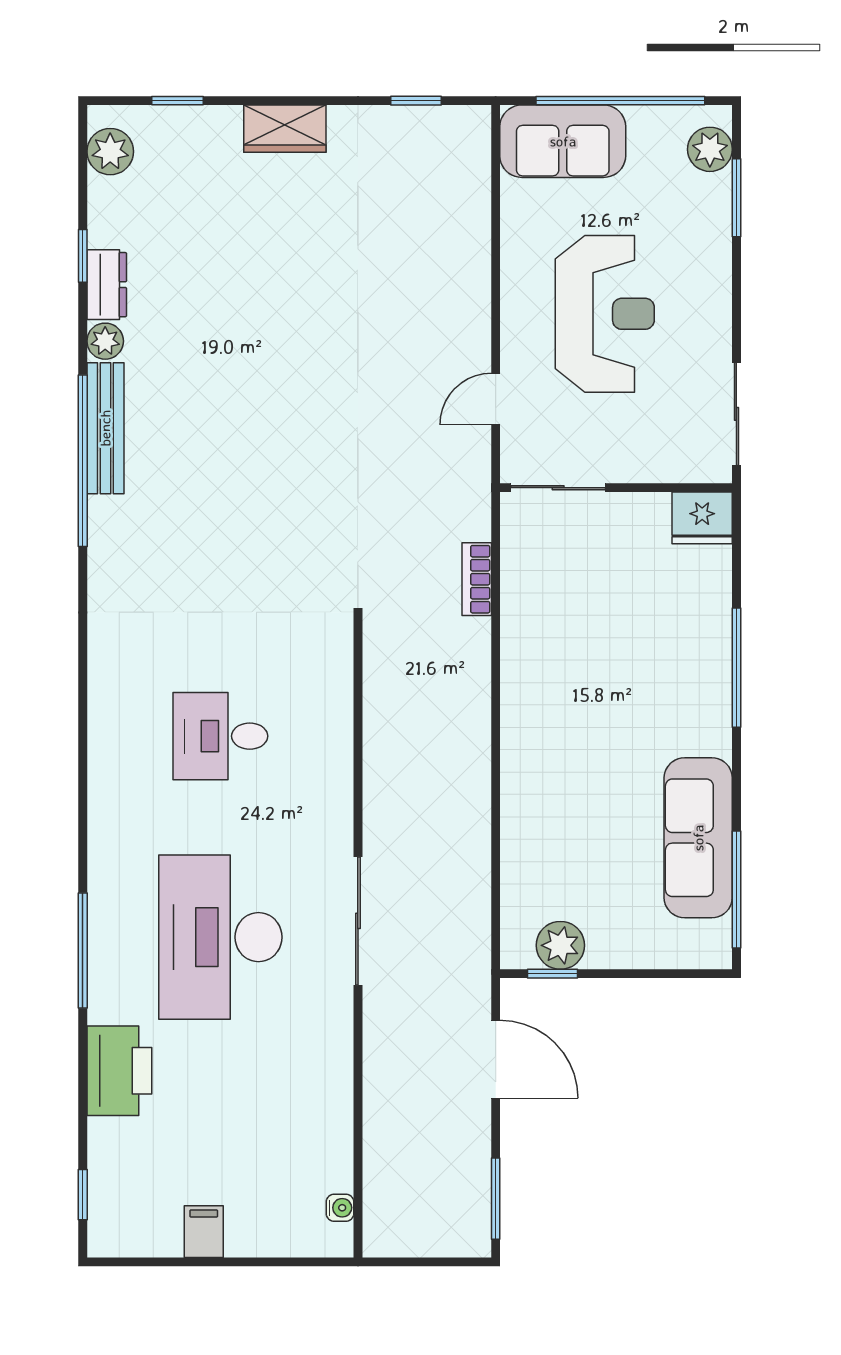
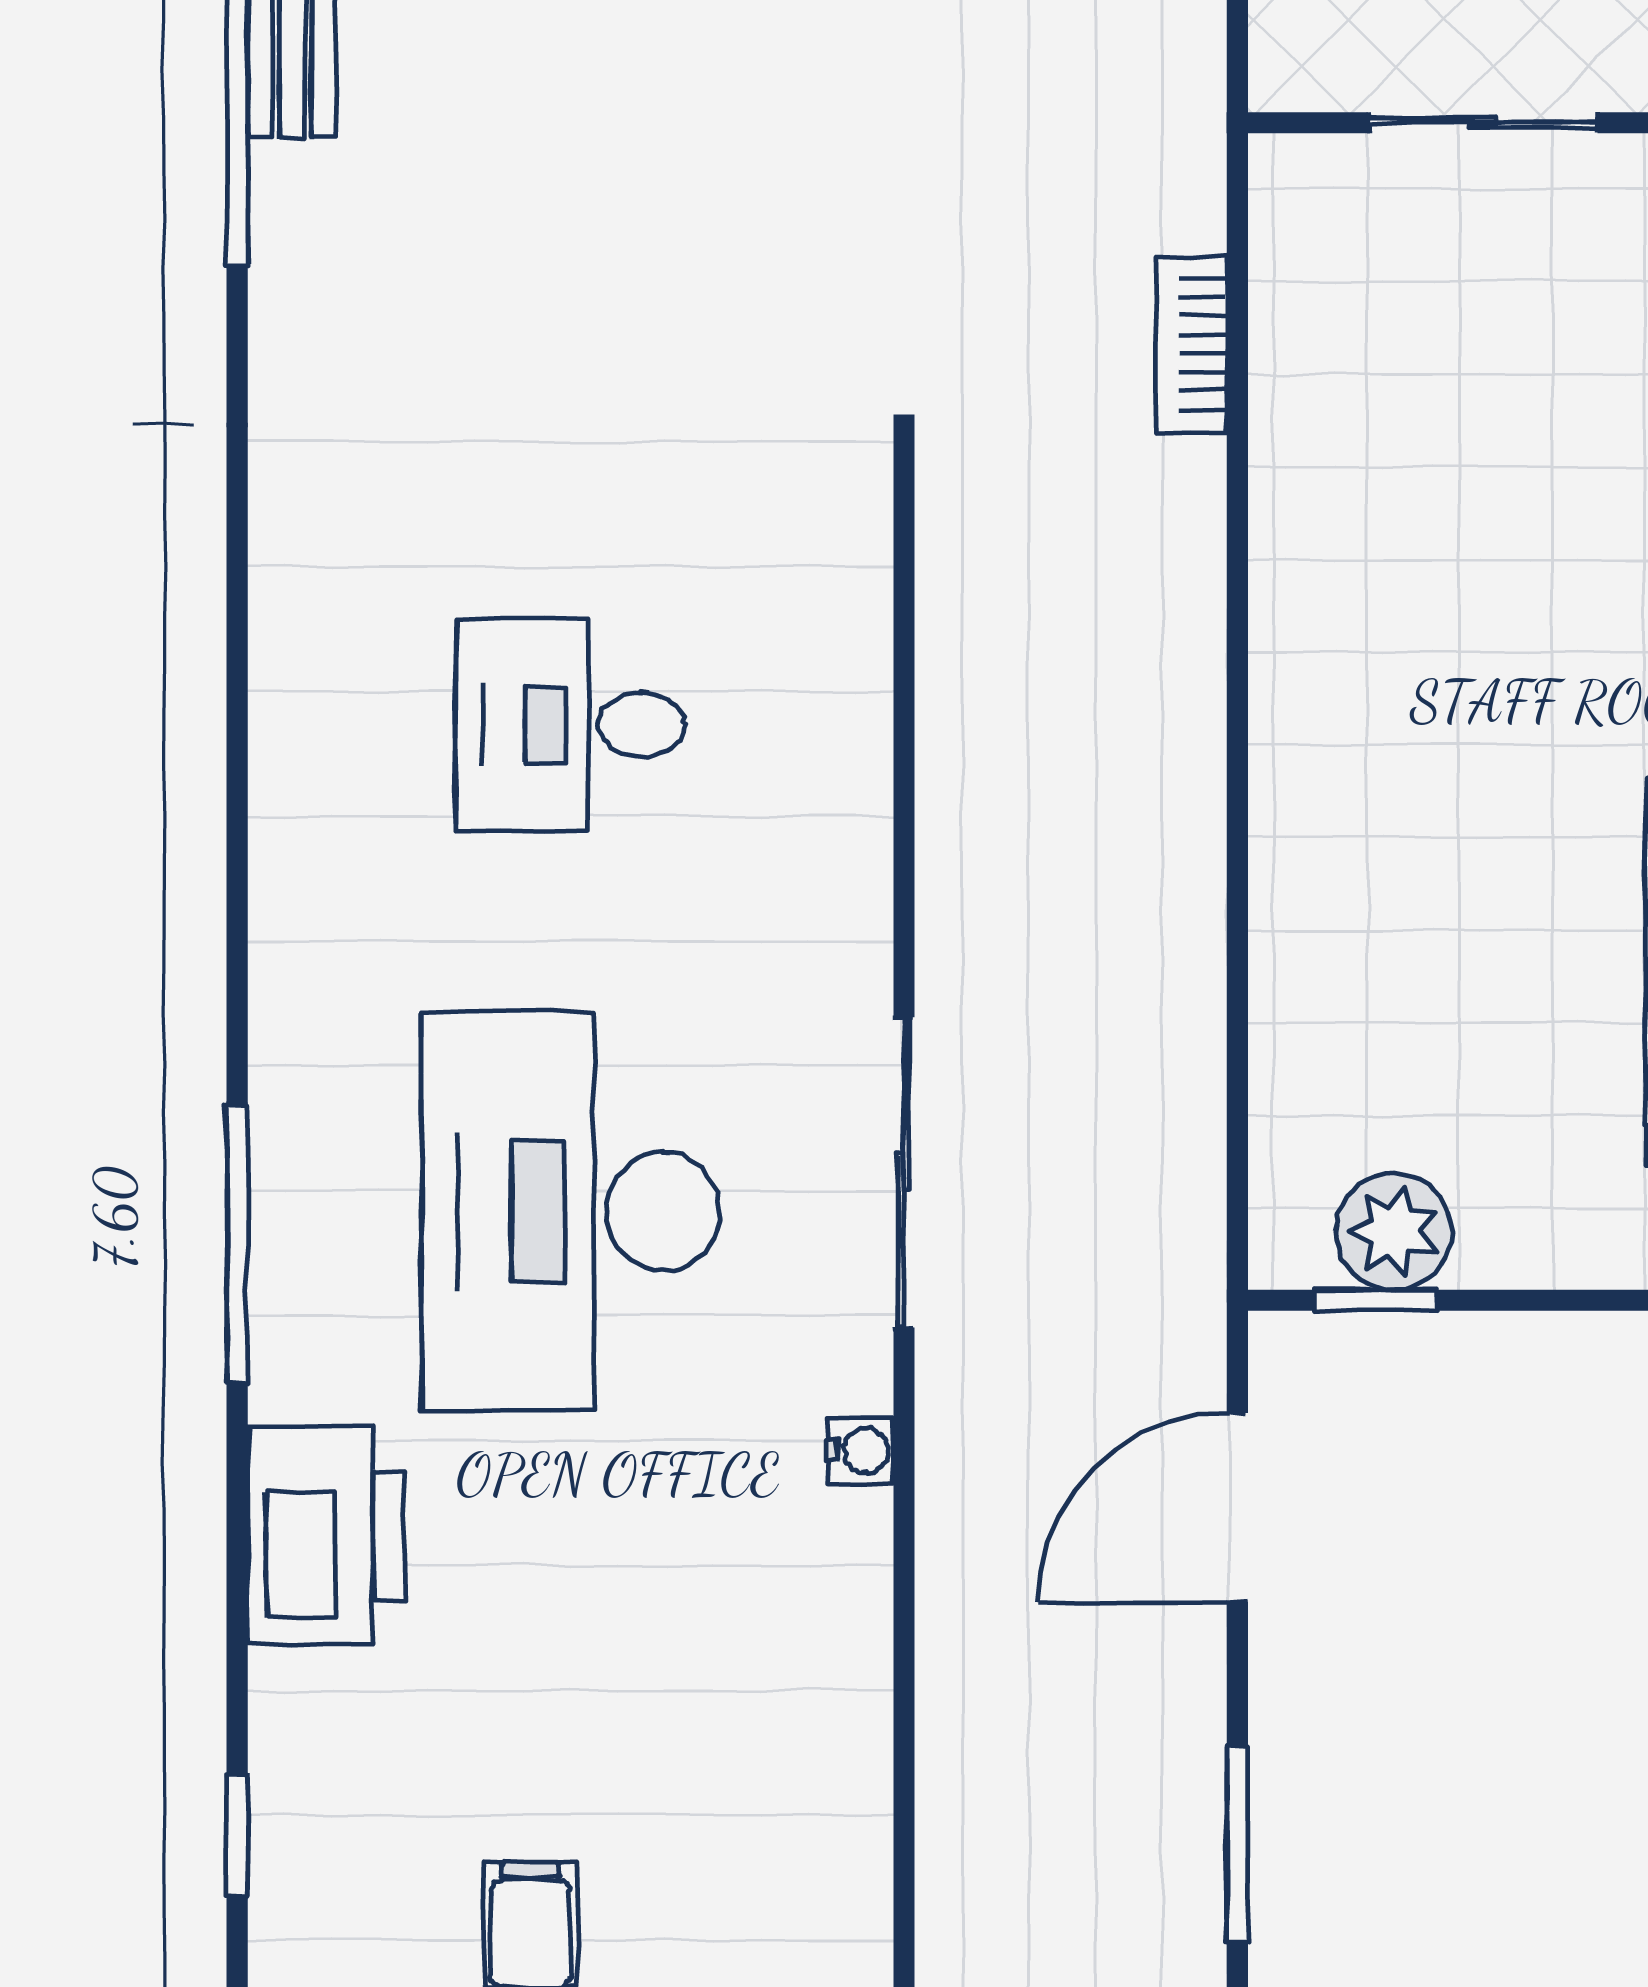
sliding door: (558, 488) -> (1483, 123), moved
door: (496, 1059) -> (1237, 1507), swing flipped
water cooler: (340, 1208) -> (860, 1451), moved

